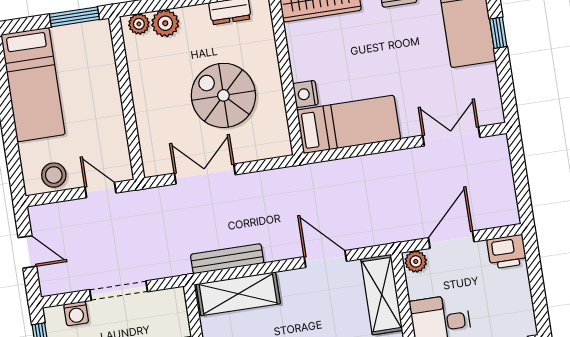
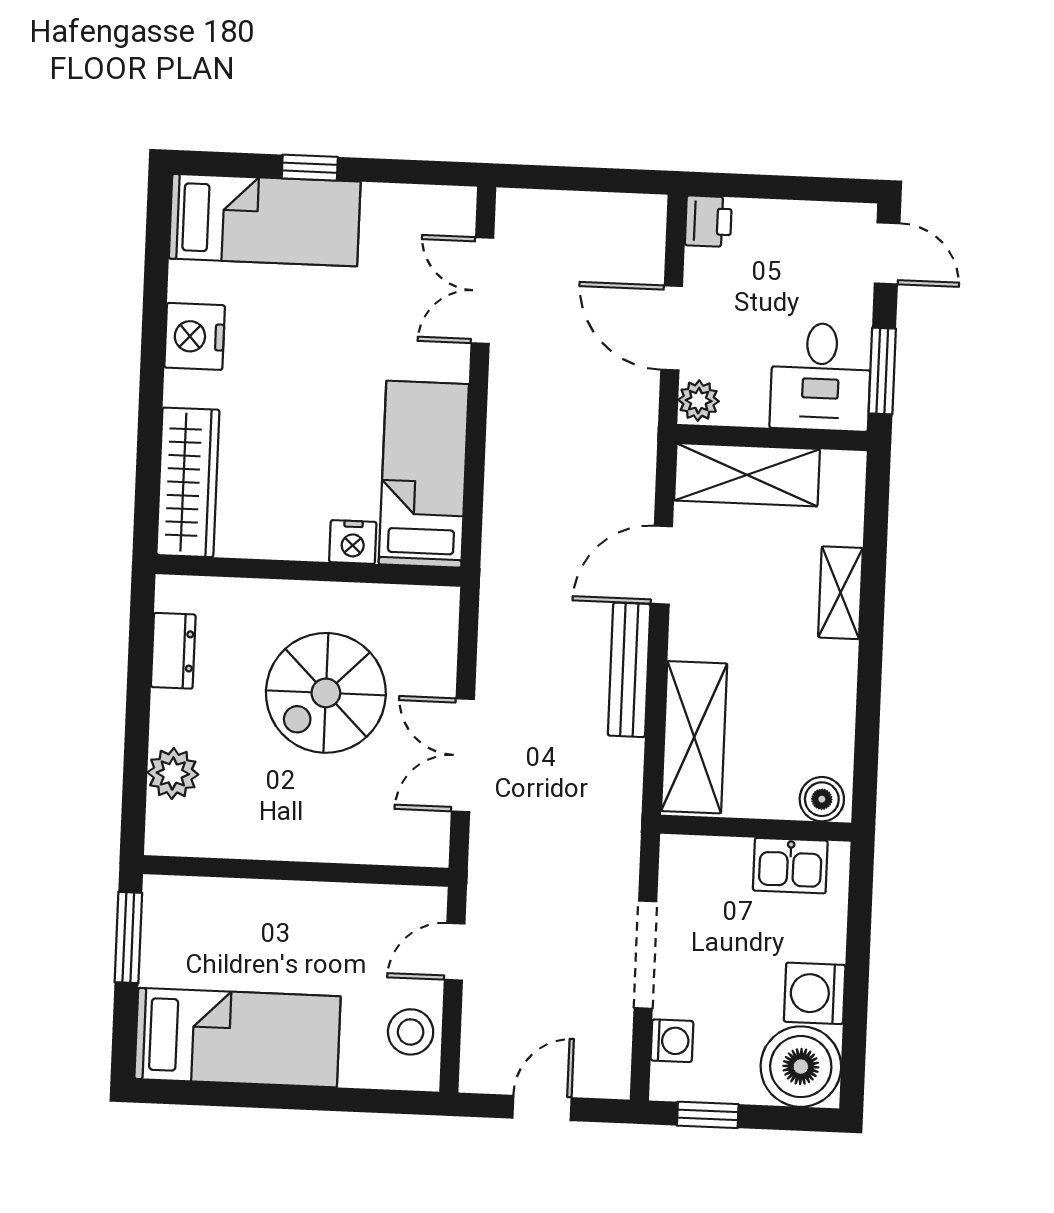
plant: (139, 24) -> (165, 822), removed
printer: (507, 252) -> (708, 221), width x0.73, depth x0.81
bench: (227, 259) -> (629, 670), moved

